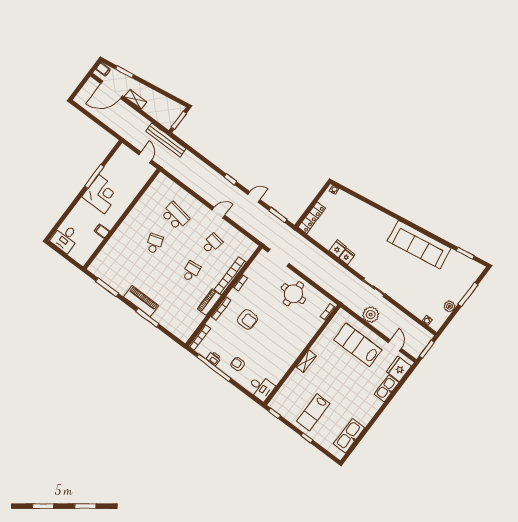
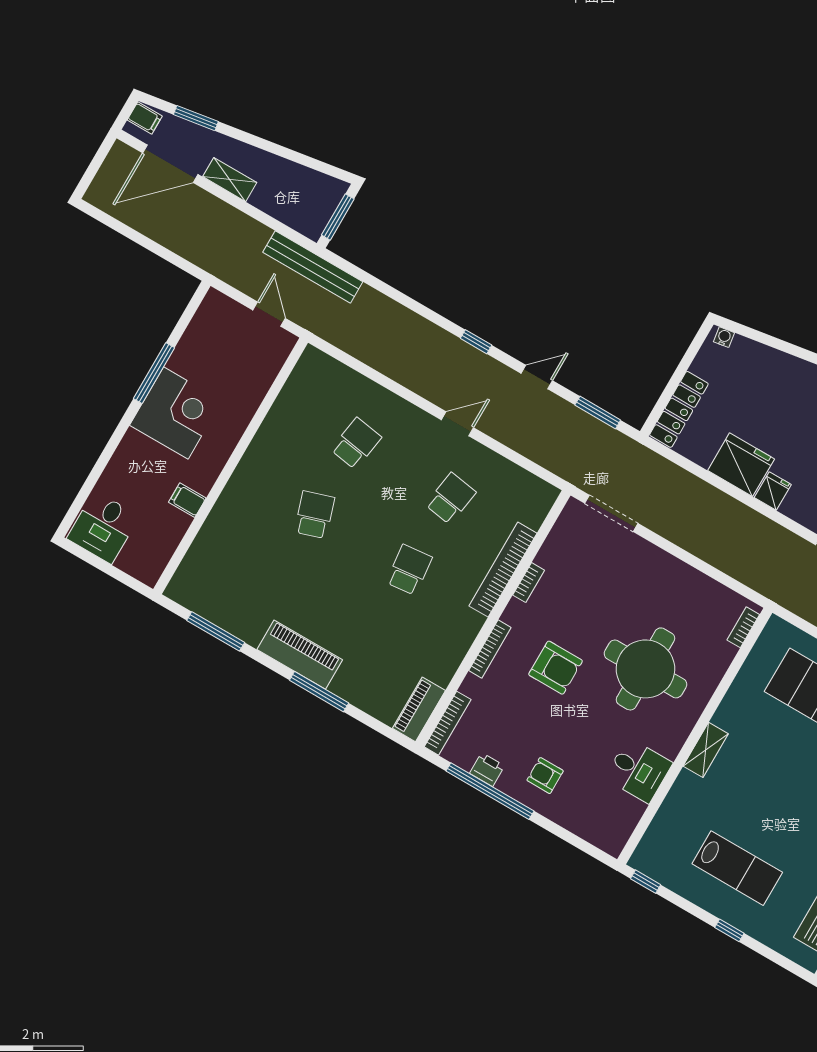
school desk: (175, 216) -> (356, 443), width x0.54
fridge: (338, 249) -> (741, 465), width x1.88, depth x1.34
round table: (293, 294) -> (645, 669), moved, width x1.36, depth x1.36
piano: (209, 302) -> (419, 709), moved
desk: (261, 388) -> (639, 770), moved
lab bench: (313, 412) -> (737, 868), turned -90

